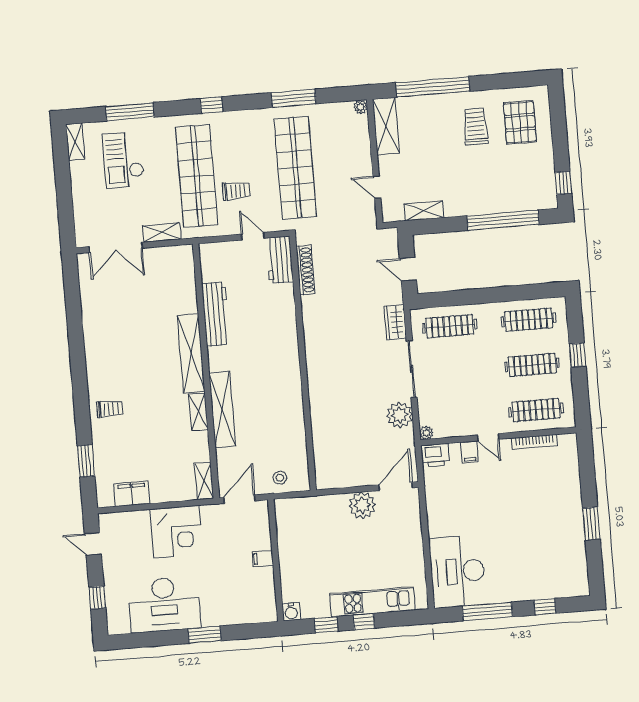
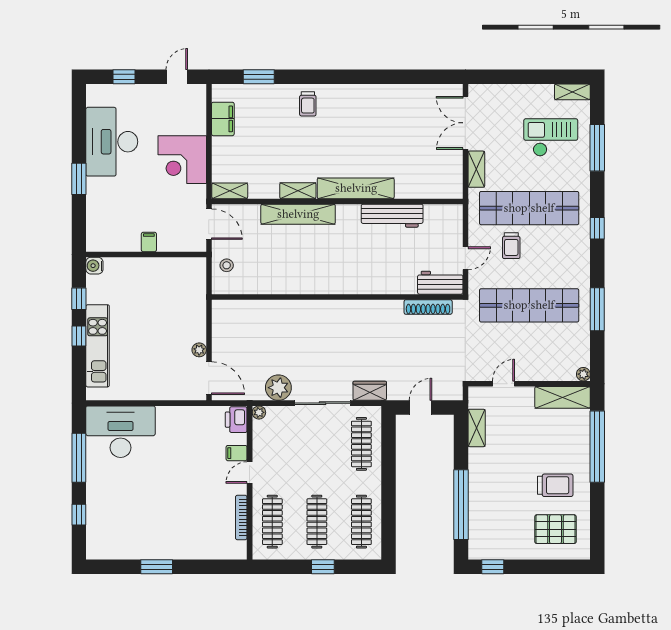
plant: (362, 505) -> (199, 350), width x0.53, depth x0.53

